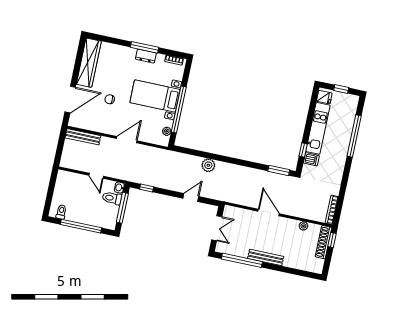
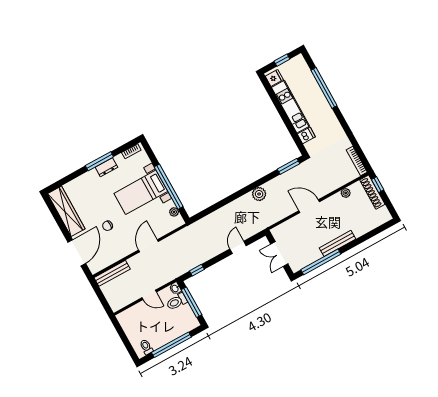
window: (303, 150) -> (294, 134), removed
plant: (208, 165) -> (259, 194), moved
double door: (217, 228) -> (279, 254), swing flipped

